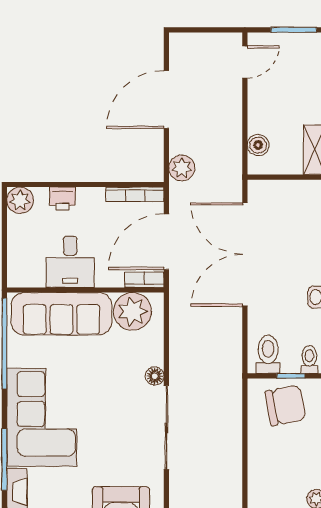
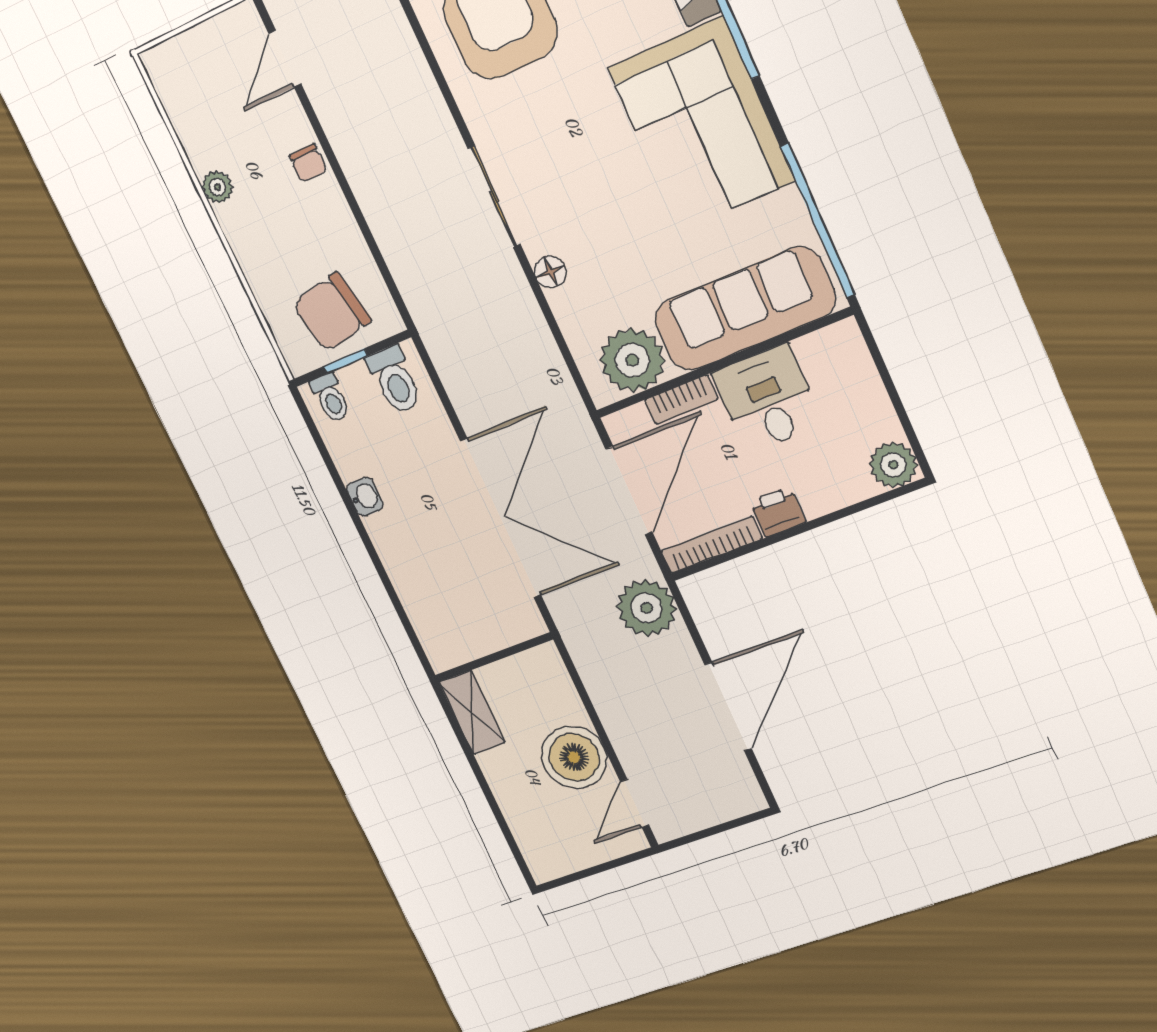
window: (294, 30) -> (585, 874), removed
boiler: (258, 145) -> (574, 757), moved, width x1.86, depth x1.86
plant: (182, 168) -> (646, 608), width x1.36, depth x1.36
printer: (62, 198) -> (778, 512), moved
bookcase: (144, 280) -> (681, 399), moved
sliding door: (166, 428) -> (494, 197), width x0.73
chair: (259, 489) -> (308, 163), added

